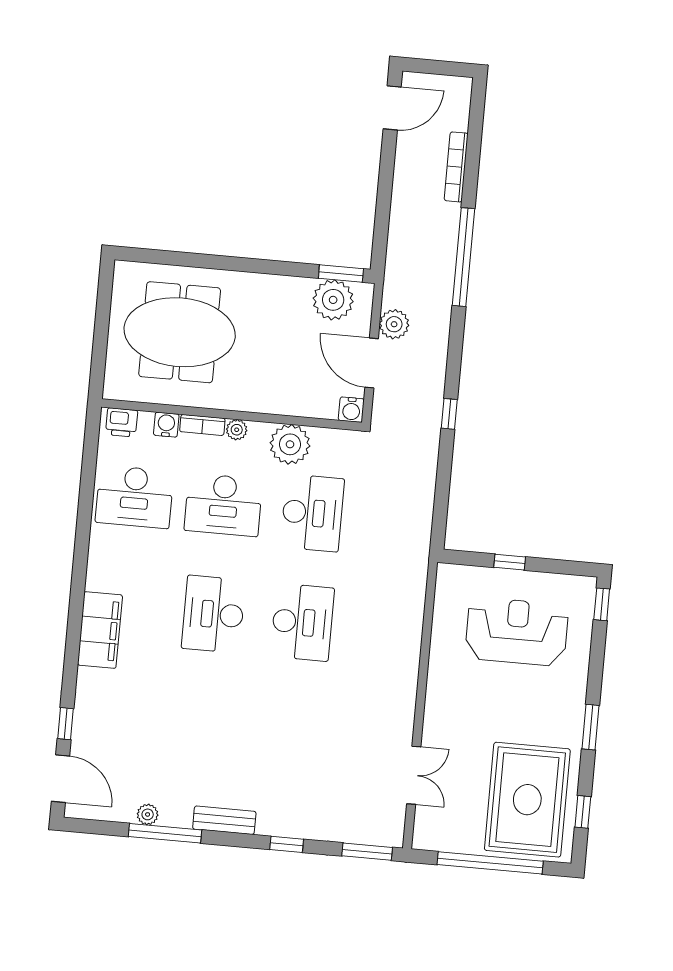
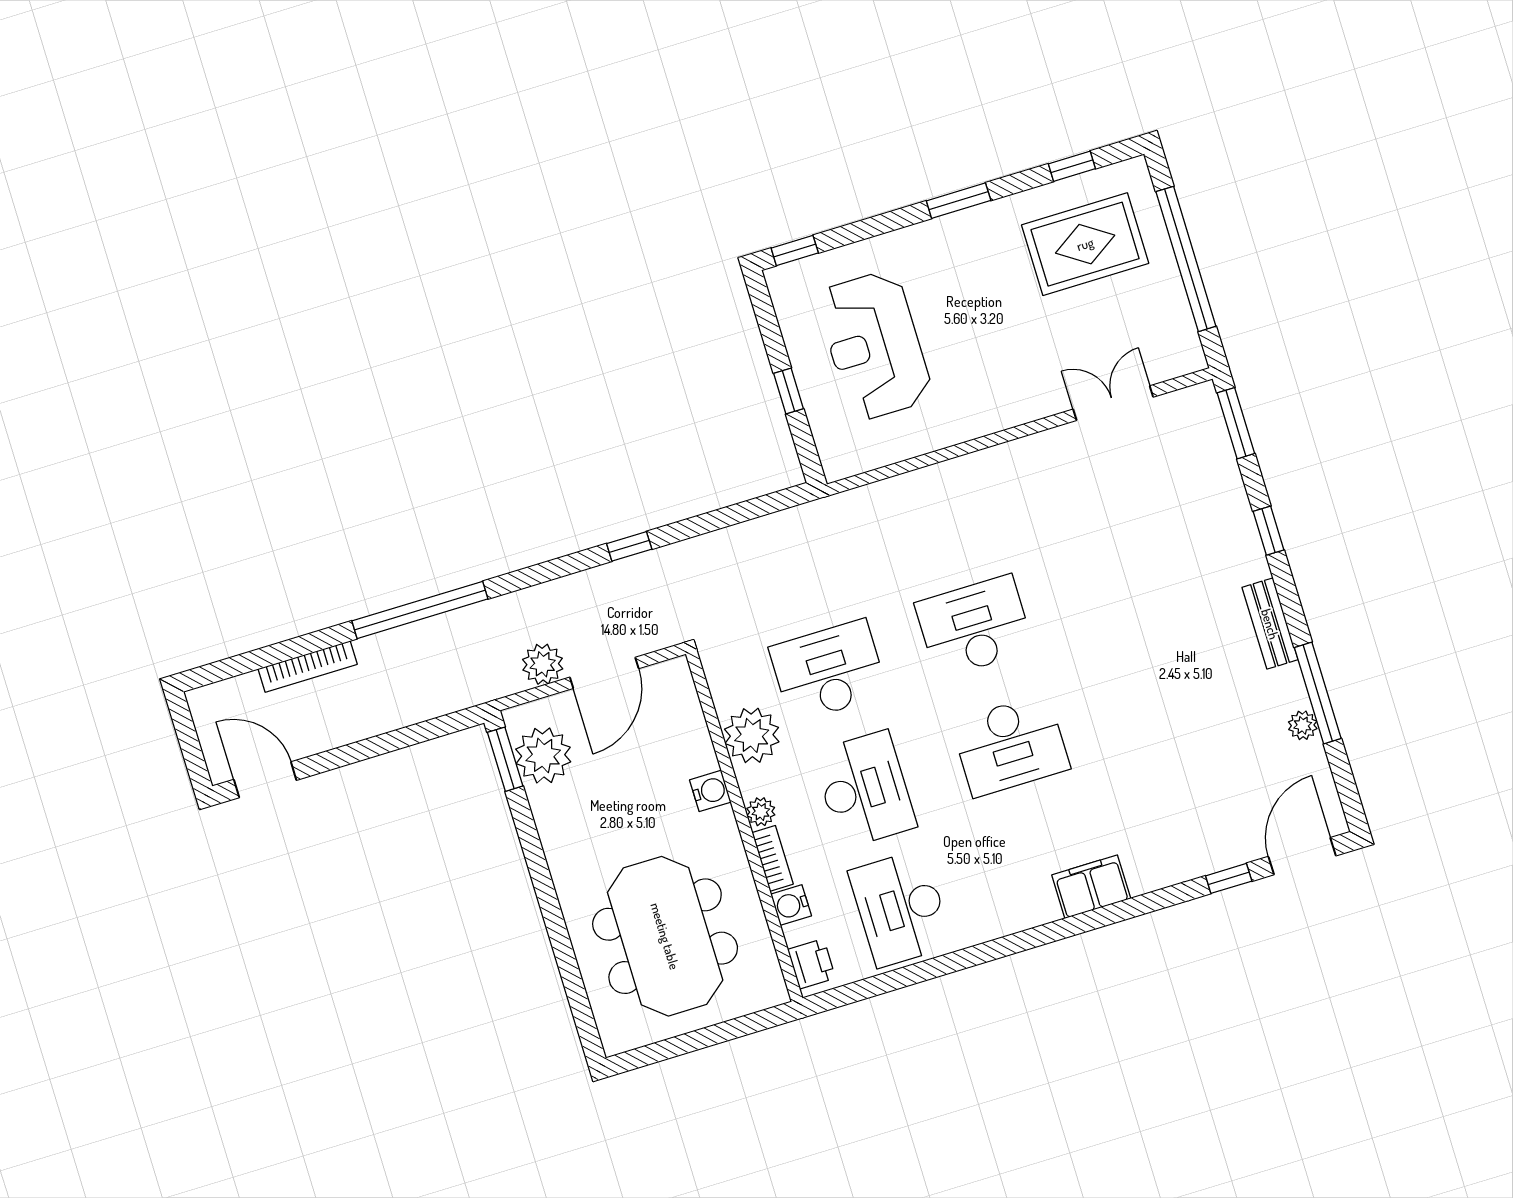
water cooler: (351, 410) -> (710, 791), moved
desk: (134, 497) -> (901, 908), turned 180
filing cabinet: (100, 630) -> (1091, 887), width x0.67, depth x0.86
rug: (527, 800) -> (1085, 244), width x0.73, depth x0.69

